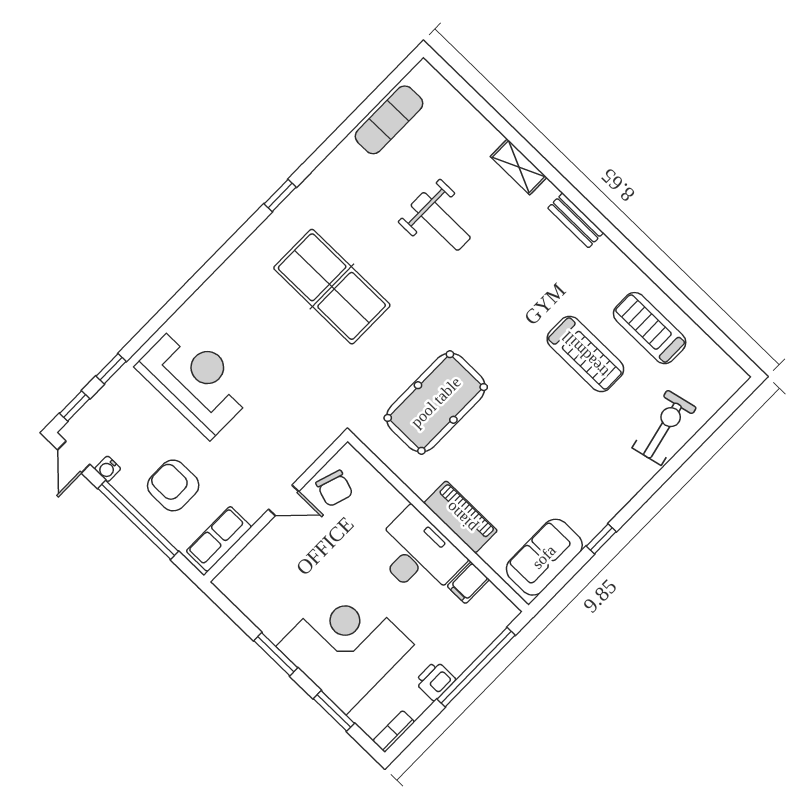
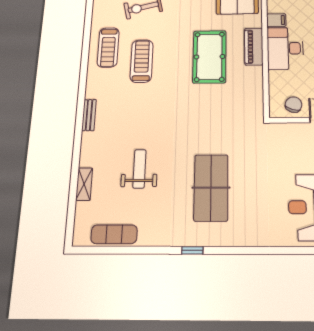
shelving: (519, 167) -> (84, 184), moved
pool table: (436, 402) -> (209, 57), moved, turned 90

